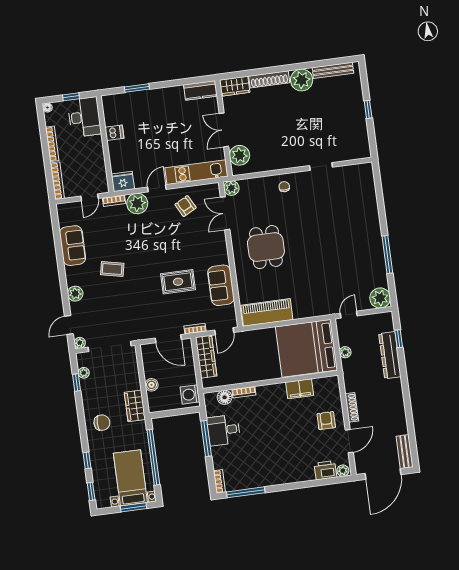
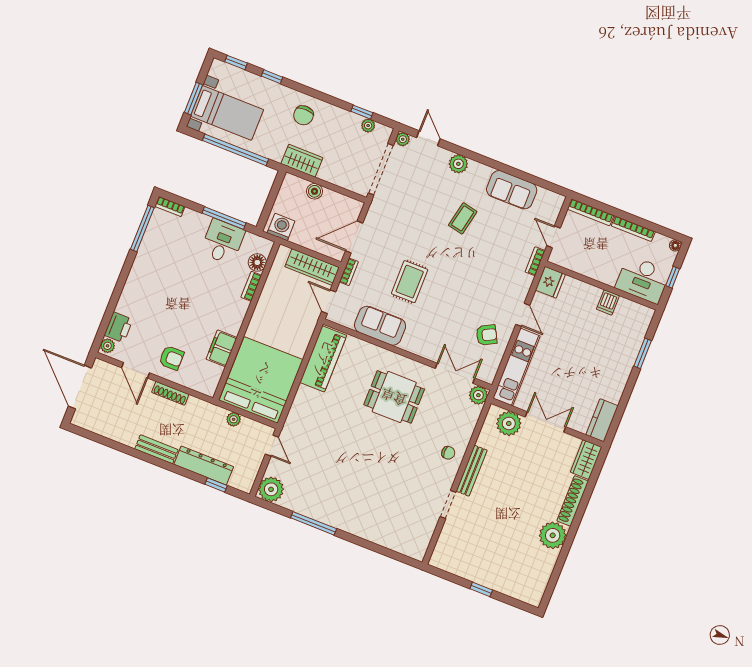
bench: (333, 70) -> (472, 471), moved
plant: (137, 204) -> (518, 285), removed
bench: (405, 452) -> (156, 449), moved

